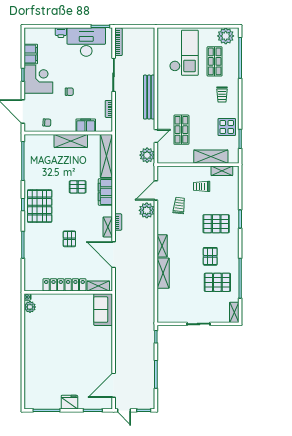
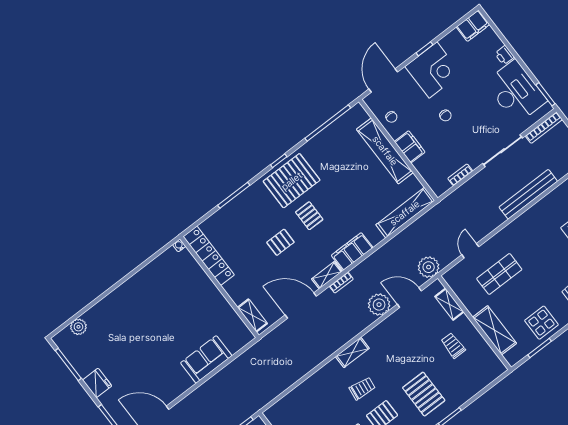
filing cabinet: (31, 54) -> (473, 26), moved
bench: (149, 97) -> (528, 194), moved
filing cabinet: (86, 125) -> (410, 147), moved
door: (156, 136) -> (470, 251), swing flipped
shelving: (71, 141) -> (385, 151), width x1.47
plant: (147, 155) -> (429, 267), moved
shelving: (222, 171) -> (449, 304), moved
pallet: (78, 187) -> (309, 216), moved
filing cabinet: (105, 192) -> (352, 252), moved
trolley: (179, 205) -> (362, 388), moved
door: (114, 255) -> (301, 306), hinge flipped
shelving: (163, 273) -> (323, 377), removed
locker: (64, 285) -> (209, 256), moved
plant: (30, 307) -> (78, 327), moved
sofa: (103, 310) -> (206, 359), moved

